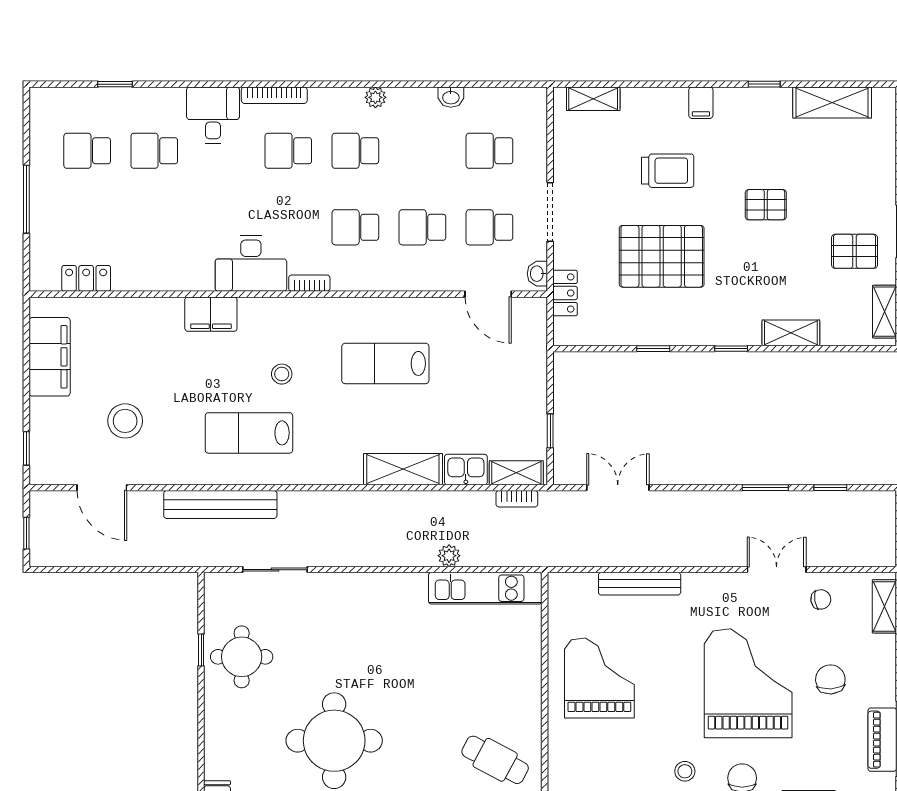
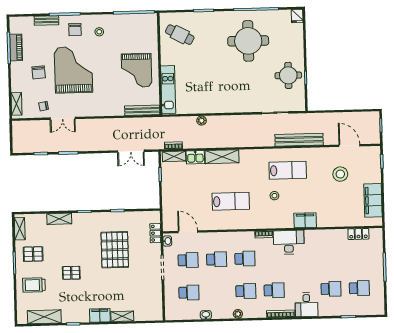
shelving: (593, 99) -> (122, 316), moved
filing cabinet: (701, 103) -> (100, 315), width x2.00
trolley: (668, 171) -> (34, 285), moved
pallet: (662, 256) -> (115, 250), turned 90
bench: (640, 584) -> (142, 110), moved
kitchen unit: (485, 588) -> (168, 90), moved, turned 90
grand piano: (748, 683) -> (73, 70), turned 180

